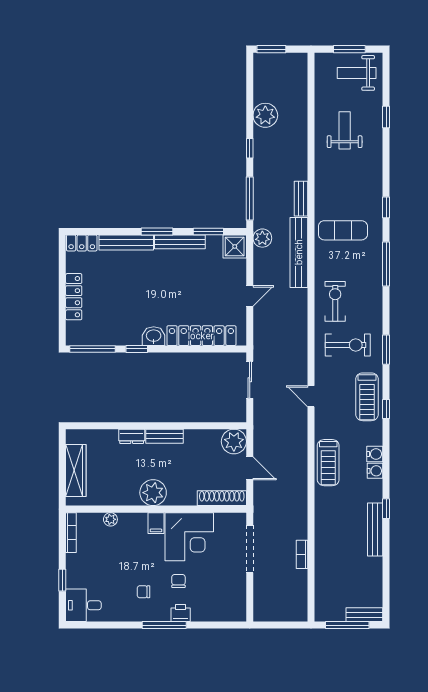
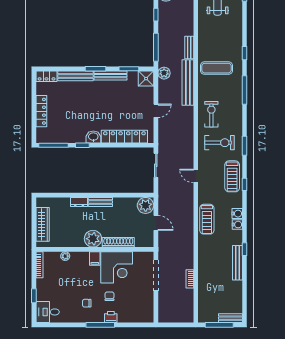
shoe rack: (222, 498) -> (118, 242), moved

